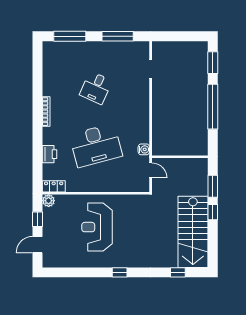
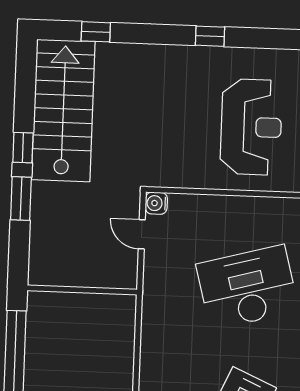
water cooler: (144, 149) -> (156, 203), moved
wall: (180, 157) -> (82, 290), moved

